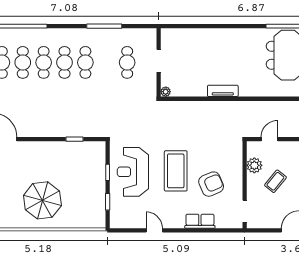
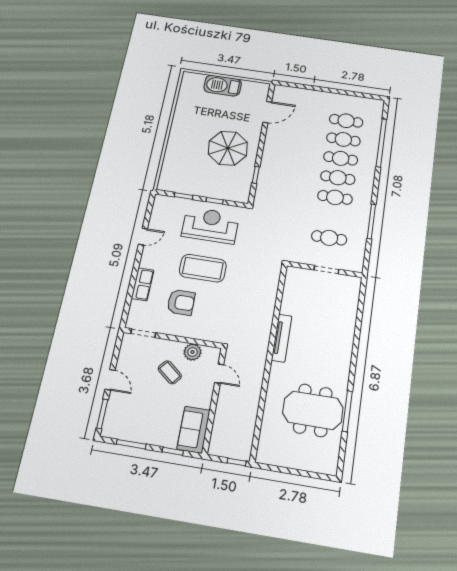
tv unit: (223, 91) -> (282, 338), width x1.41
plant: (166, 92) -> (291, 271), removed
armchair: (211, 184) -> (181, 302), turned -67
parasol: (42, 200) -> (228, 148), moved

